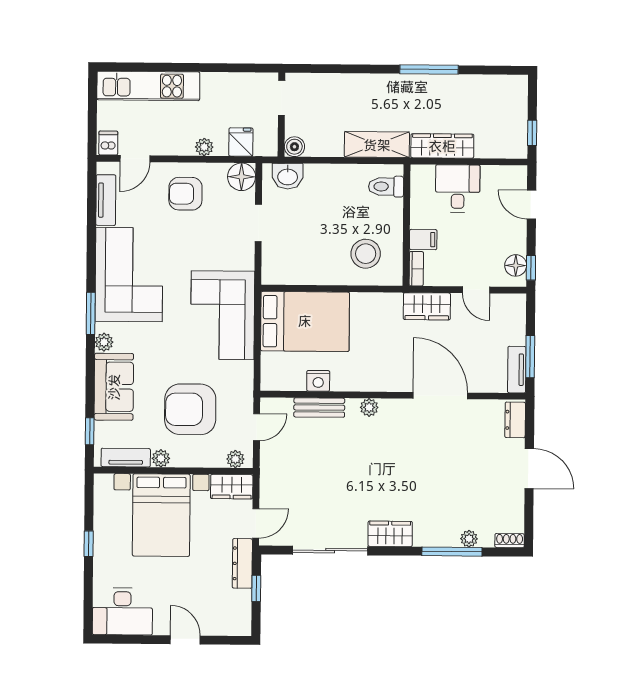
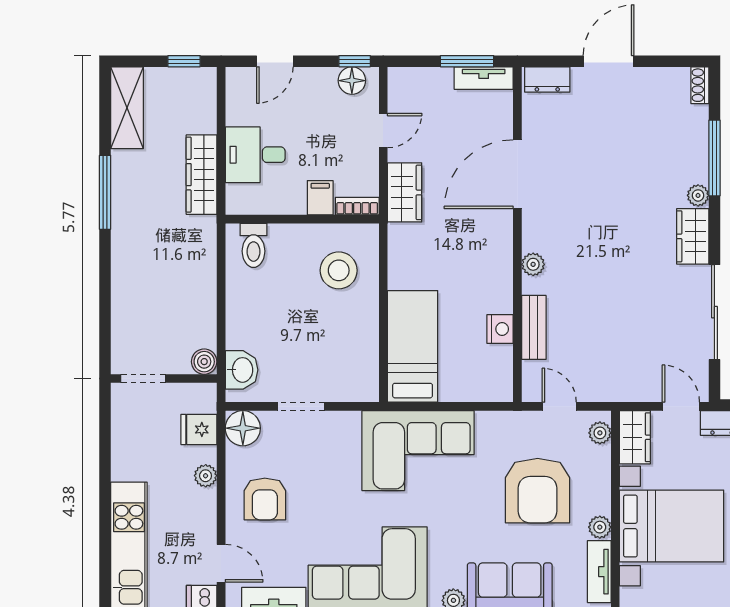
shelving: (377, 145) -> (127, 108), moved
bed: (305, 321) -> (413, 346), width x0.67
plant: (469, 539) -> (698, 195), moved

